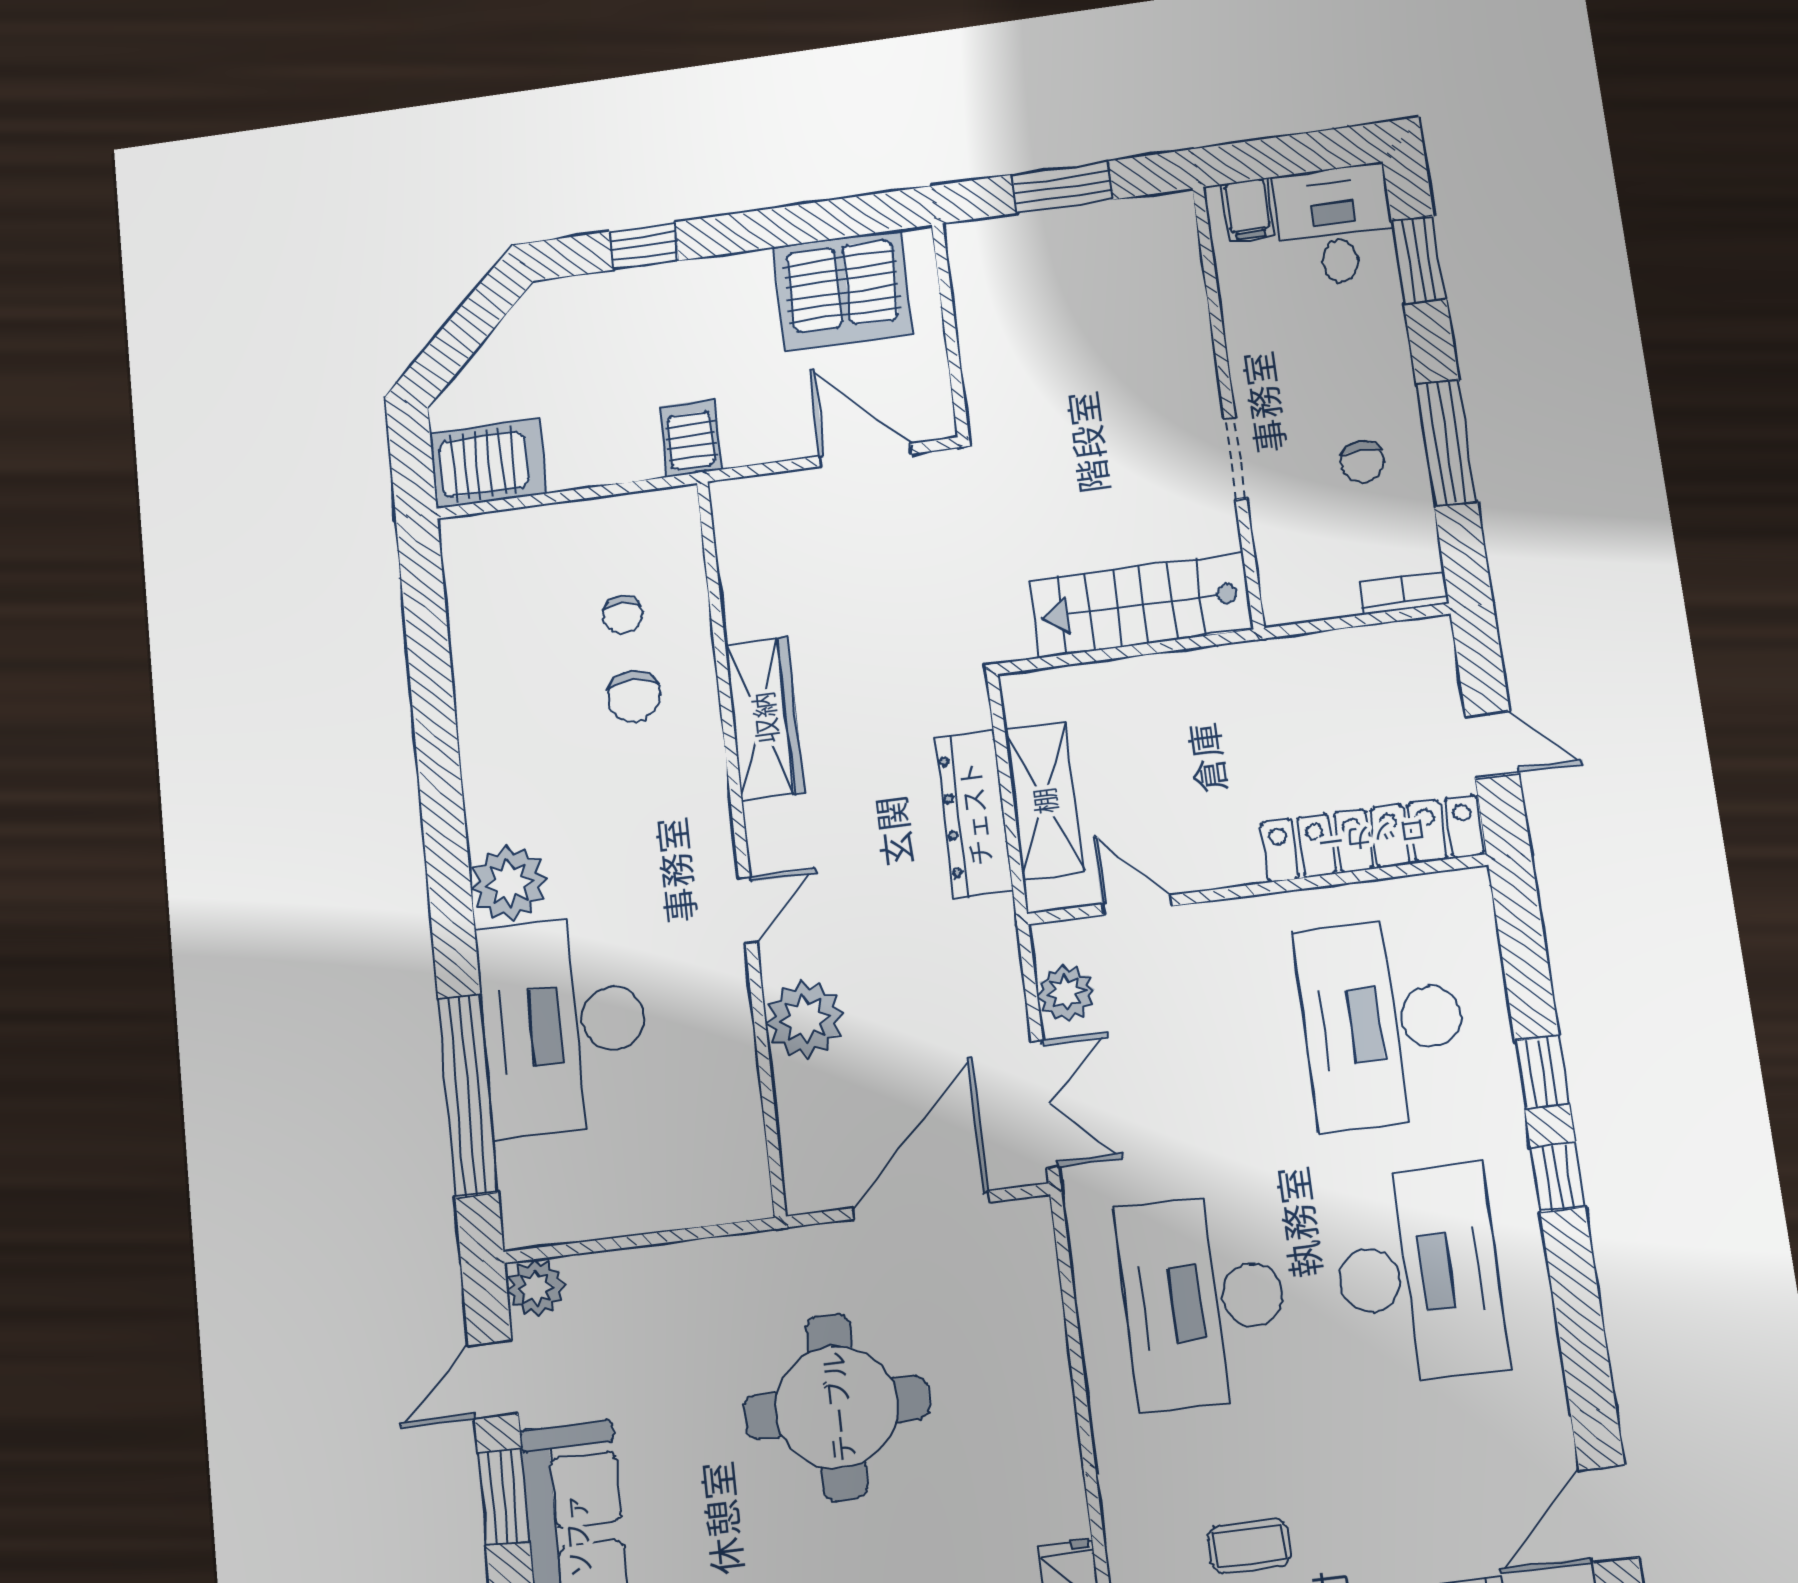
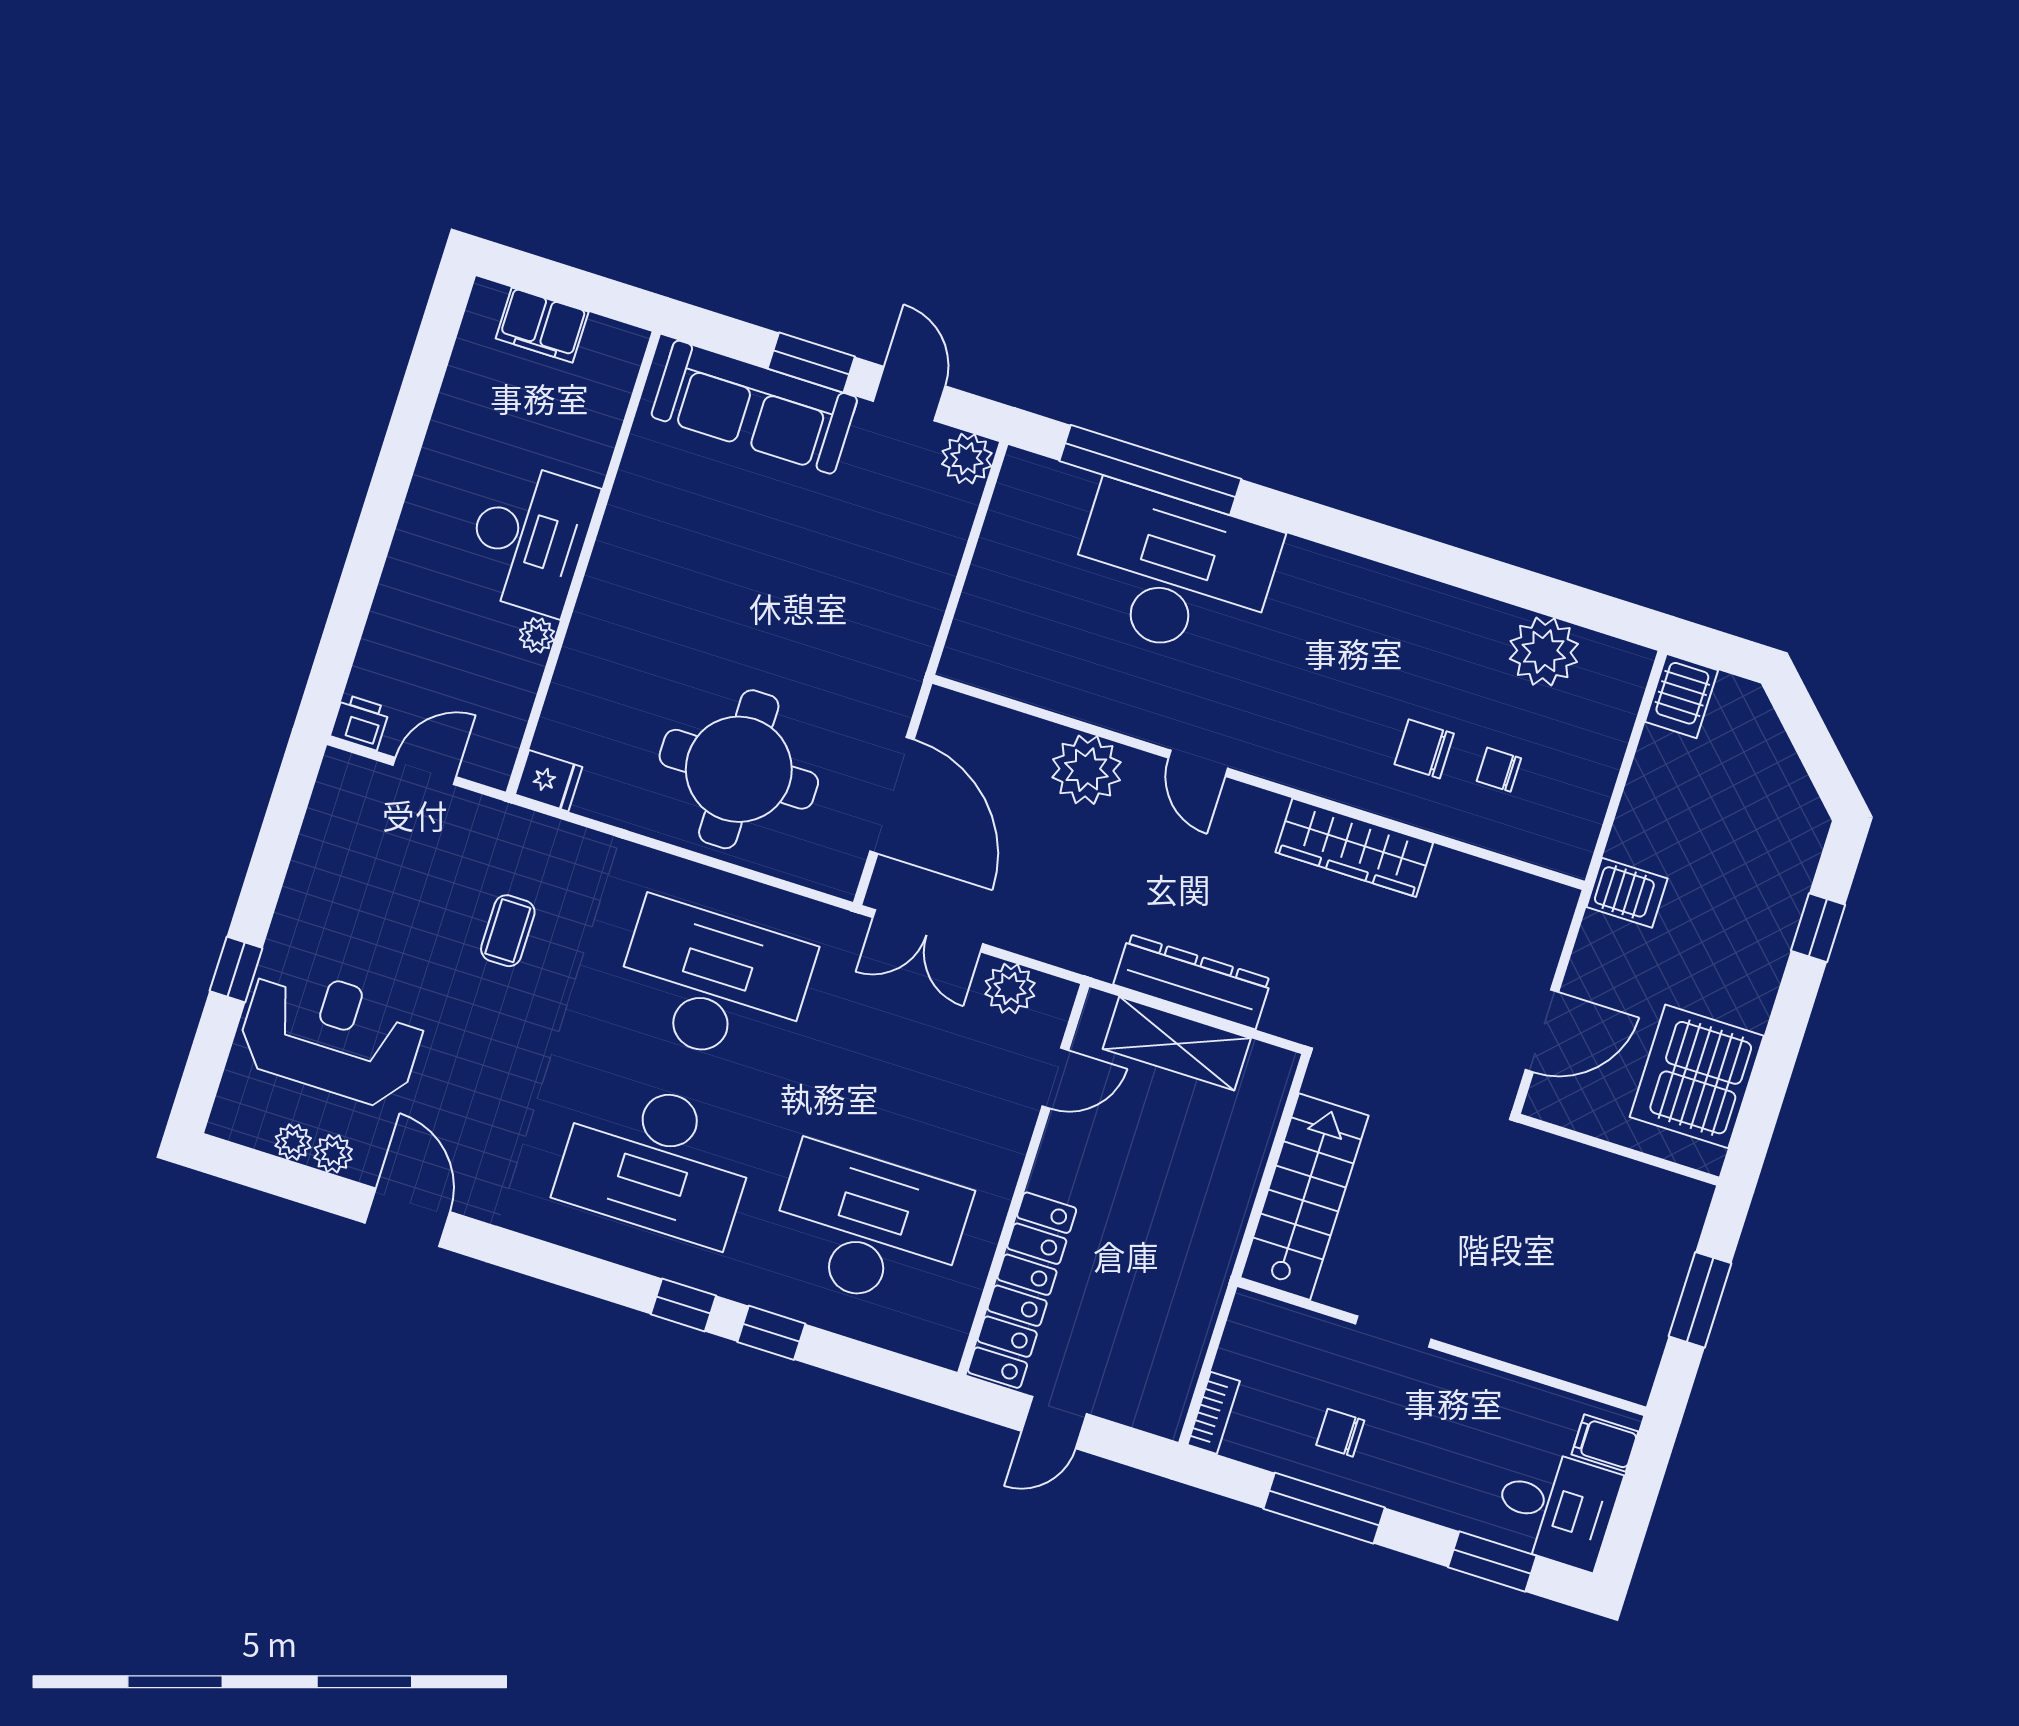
server rack: (488, 463) -> (1682, 696), width x0.73, depth x0.70
plant: (509, 883) -> (1544, 651), moved
round table: (837, 1407) -> (739, 769), moved

